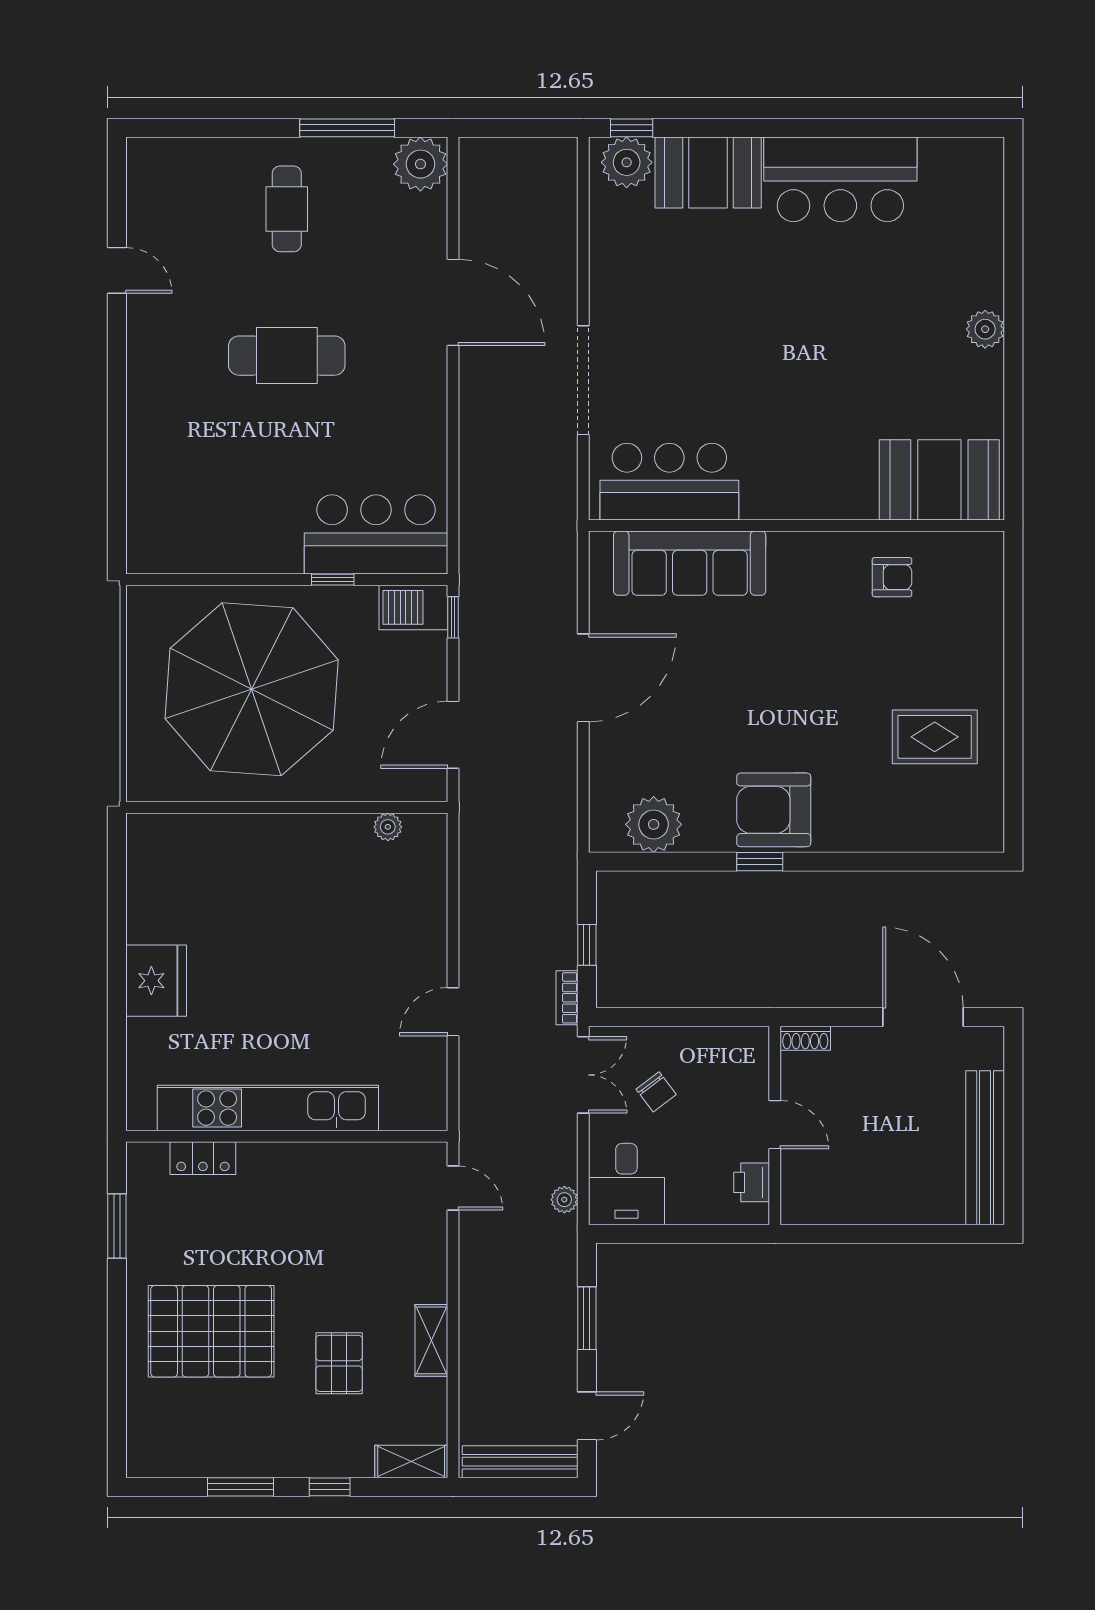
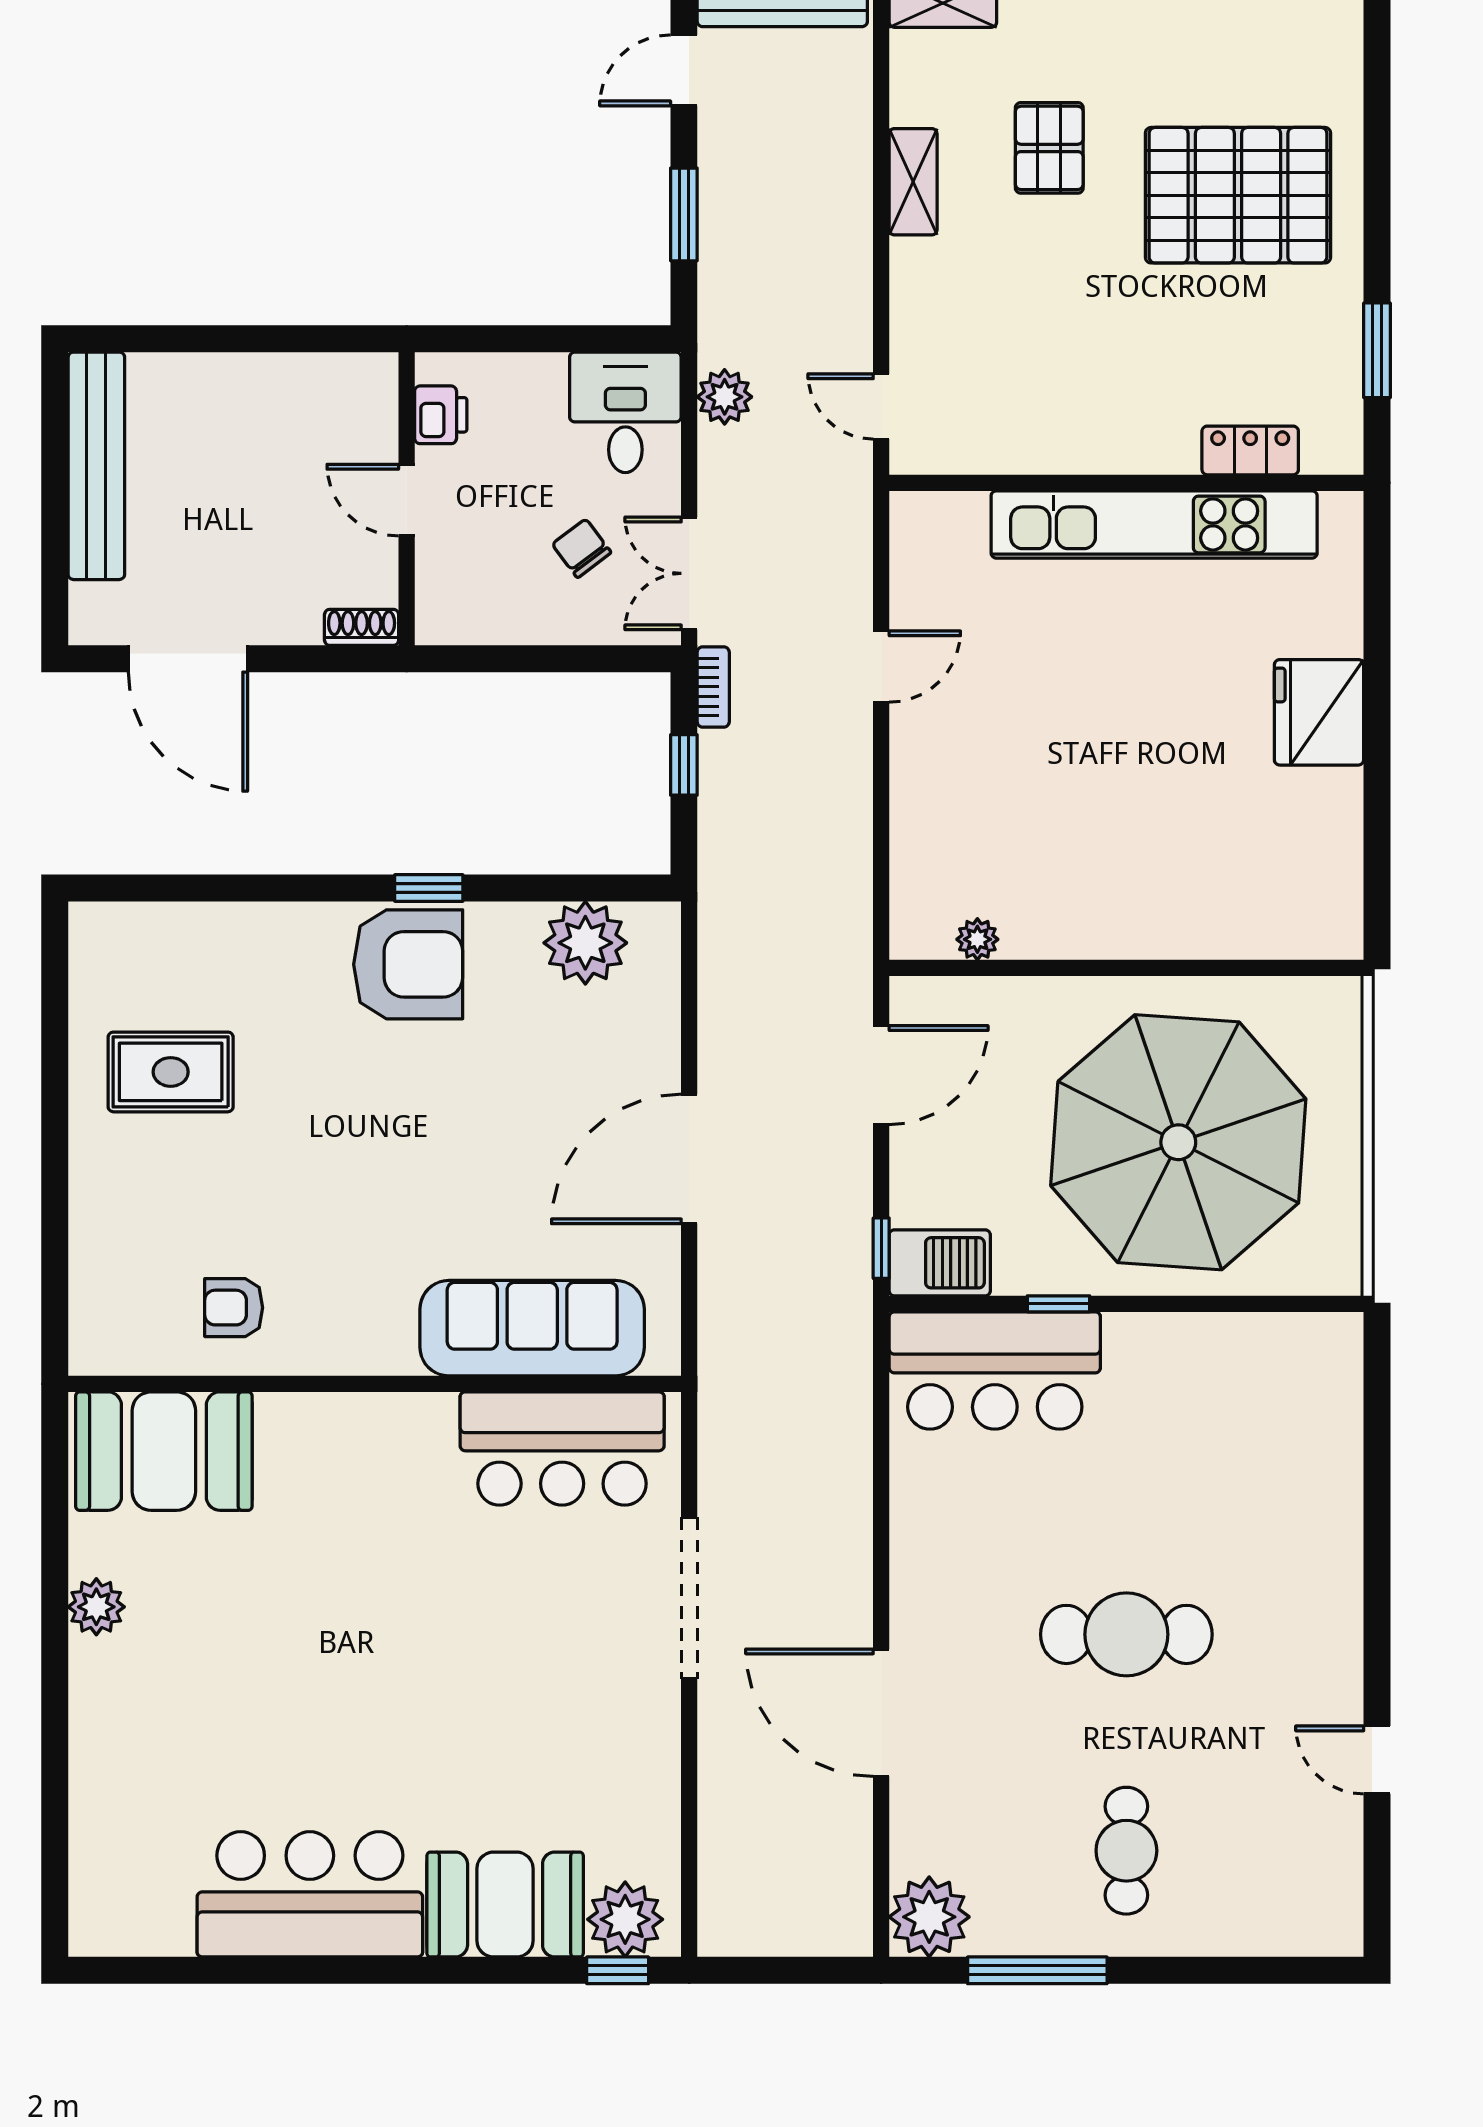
plant: (985, 329) -> (96, 1607), moved
plant: (564, 1200) -> (725, 397), width x1.38, depth x1.38

